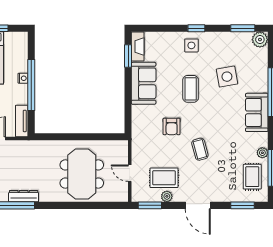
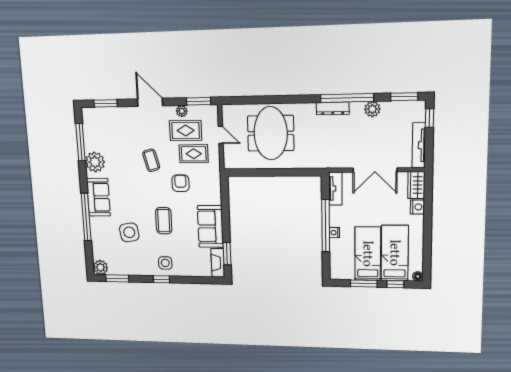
plant: (262, 153) -> (95, 162), width x1.88, depth x1.88
rug: (252, 177) -> (194, 154), moved, turned 90

